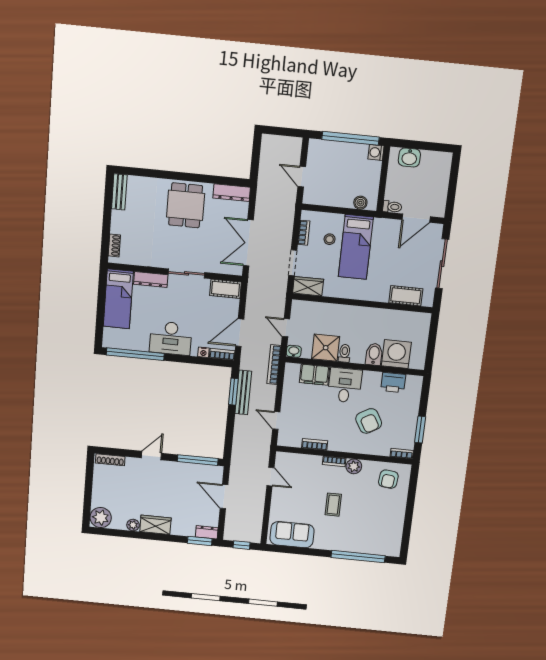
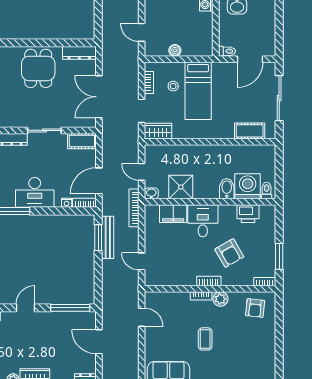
boiler: (360, 203) -> (175, 50), moved
toilet: (345, 353) -> (267, 190), moved
bookcase: (315, 444) -> (209, 281), moved

